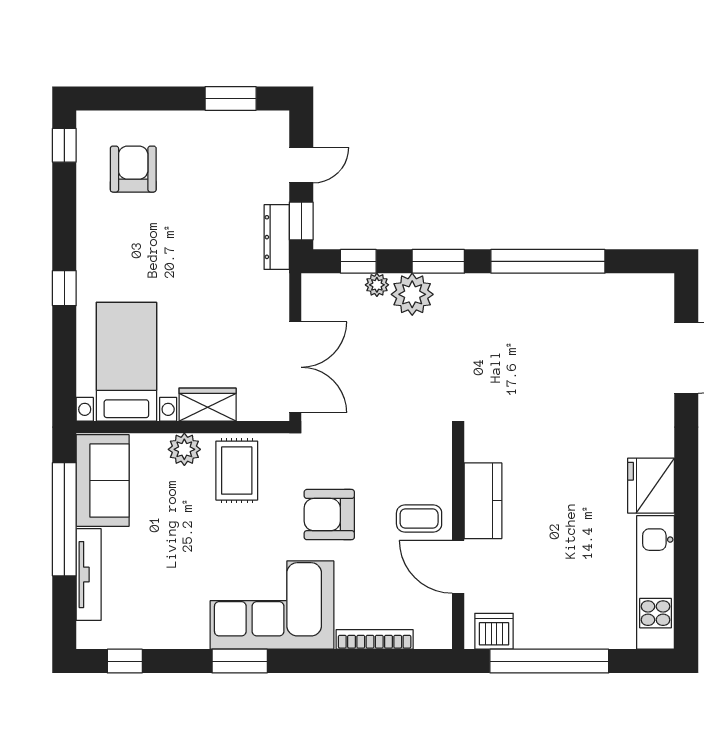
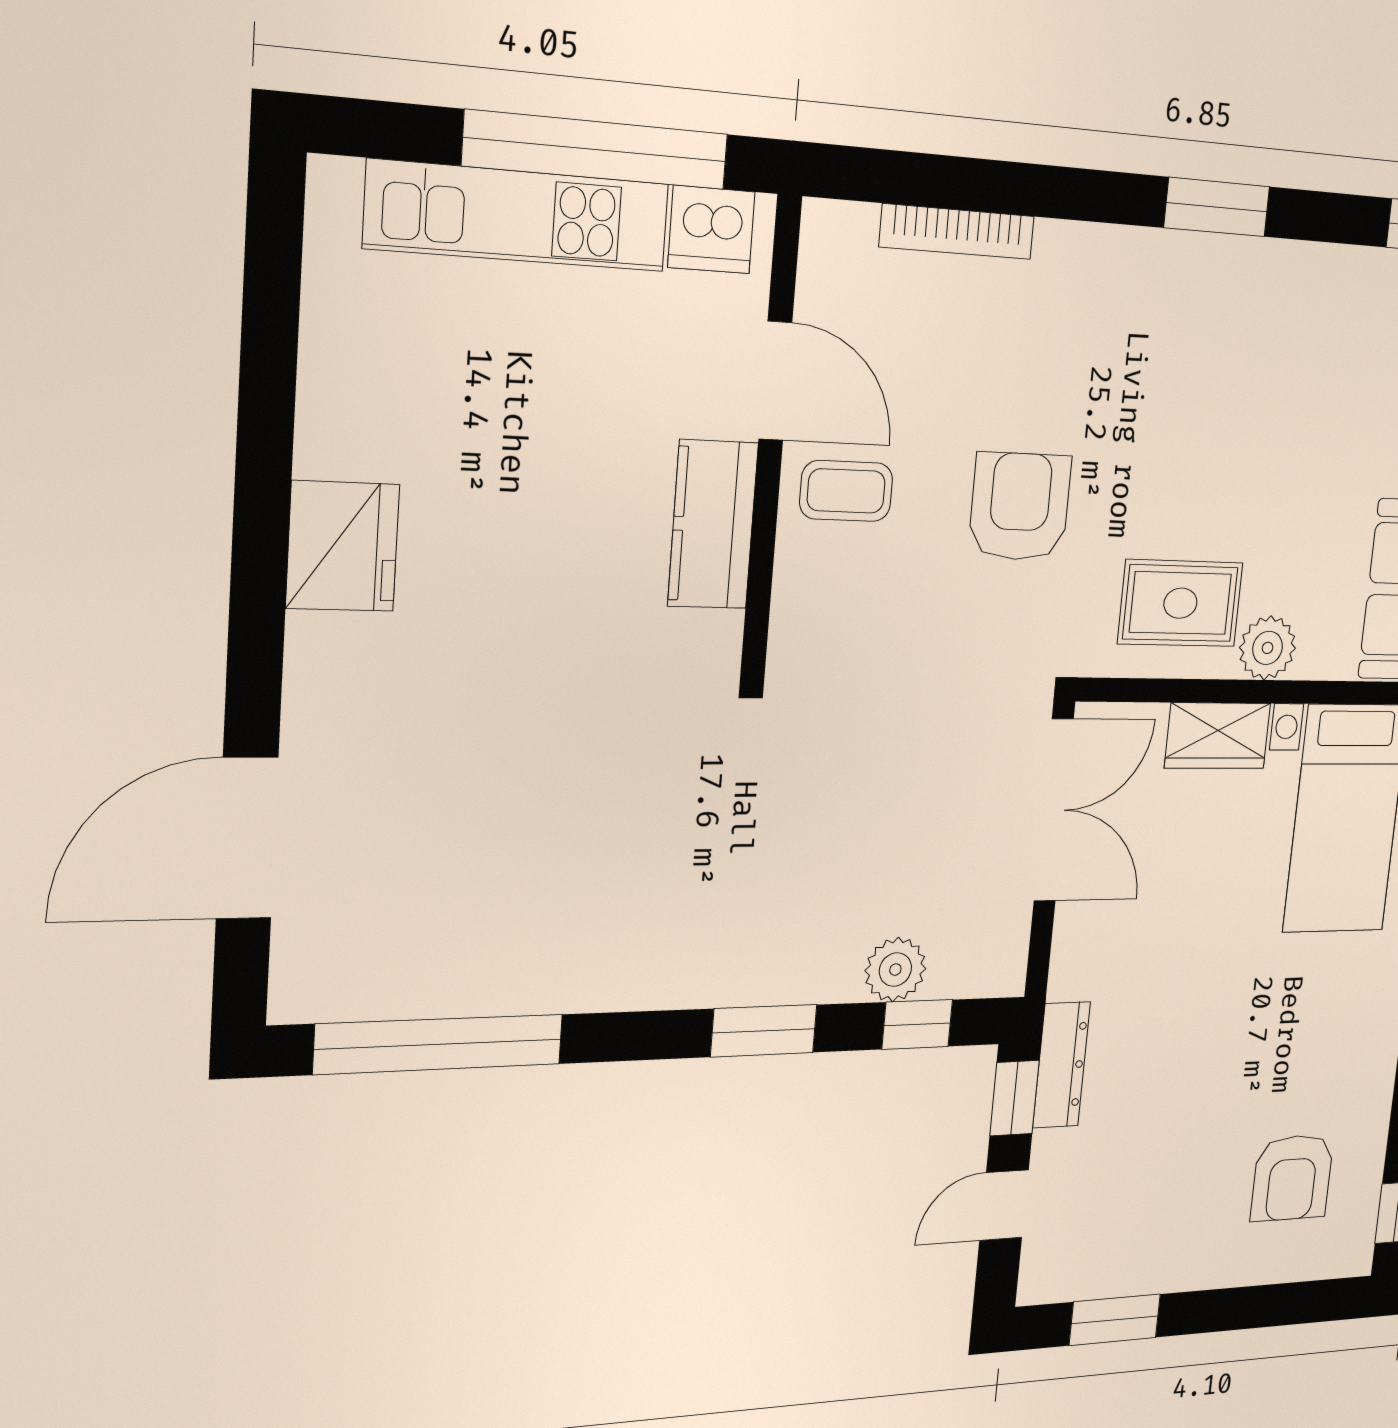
window: (548, 261) -> (439, 1044), moved
plant: (377, 285) -> (895, 970), width x1.38, depth x1.38
plant: (412, 294) -> (820, 962), removed
double door: (295, 367) -> (1054, 810), swing flipped
rug: (237, 471) -> (1180, 603), turned 90
armchair: (329, 515) -> (1020, 507), turned -90
kitchen unit: (655, 582) -> (518, 216), moved, turned 90
corner sofa: (272, 605) -> (1145, 321), removed

